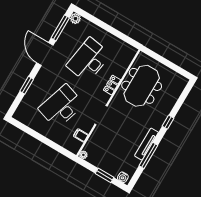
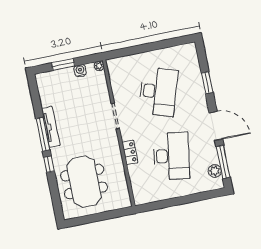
plant: (75, 19) -> (215, 171), moved
meeting table: (142, 86) -> (84, 181), moved
filing cabinet: (81, 135) -> (117, 81), removed
window: (148, 155) -> (43, 134), moved
water cooler: (123, 177) -> (80, 71), moved

